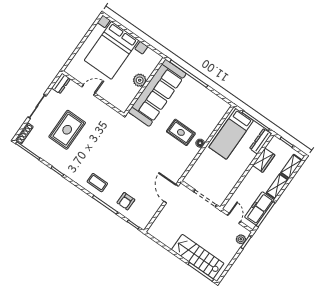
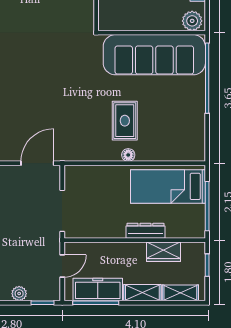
plant: (140, 80) -> (192, 21), moved
dresser: (261, 141) -> (145, 231), moved
plant: (241, 239) -> (19, 294), moved

